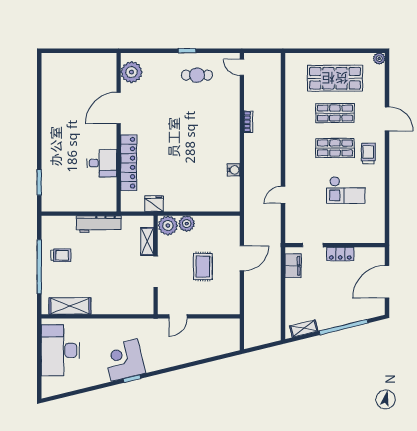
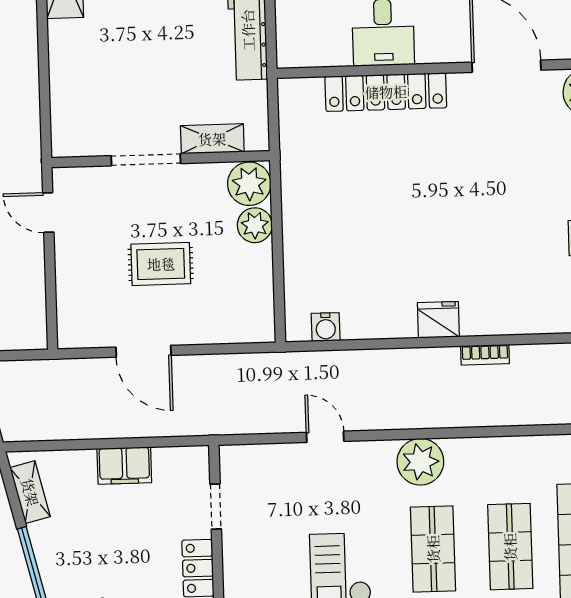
plant: (296, 152) -> (420, 462), added
water cooler: (234, 170) -> (326, 327), moved
fridge: (154, 204) -> (438, 320), moved, turned -90
door: (242, 258) -> (143, 351), moved
filing cabinet: (293, 266) -> (124, 466), moved

